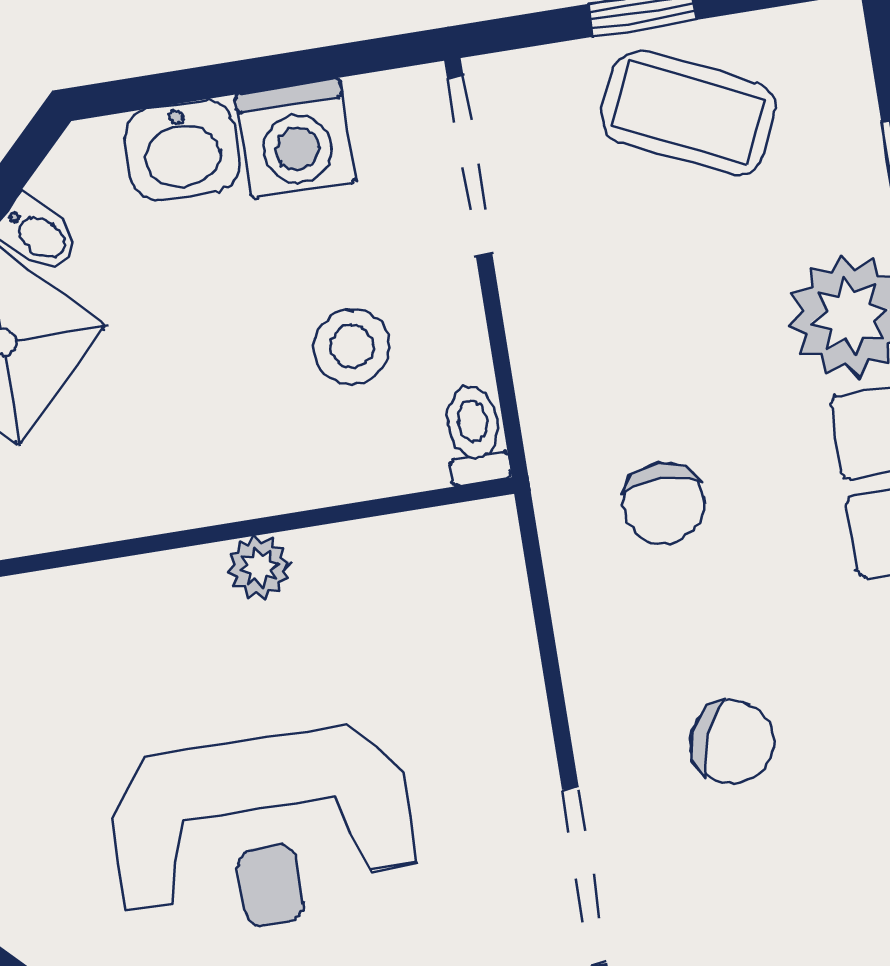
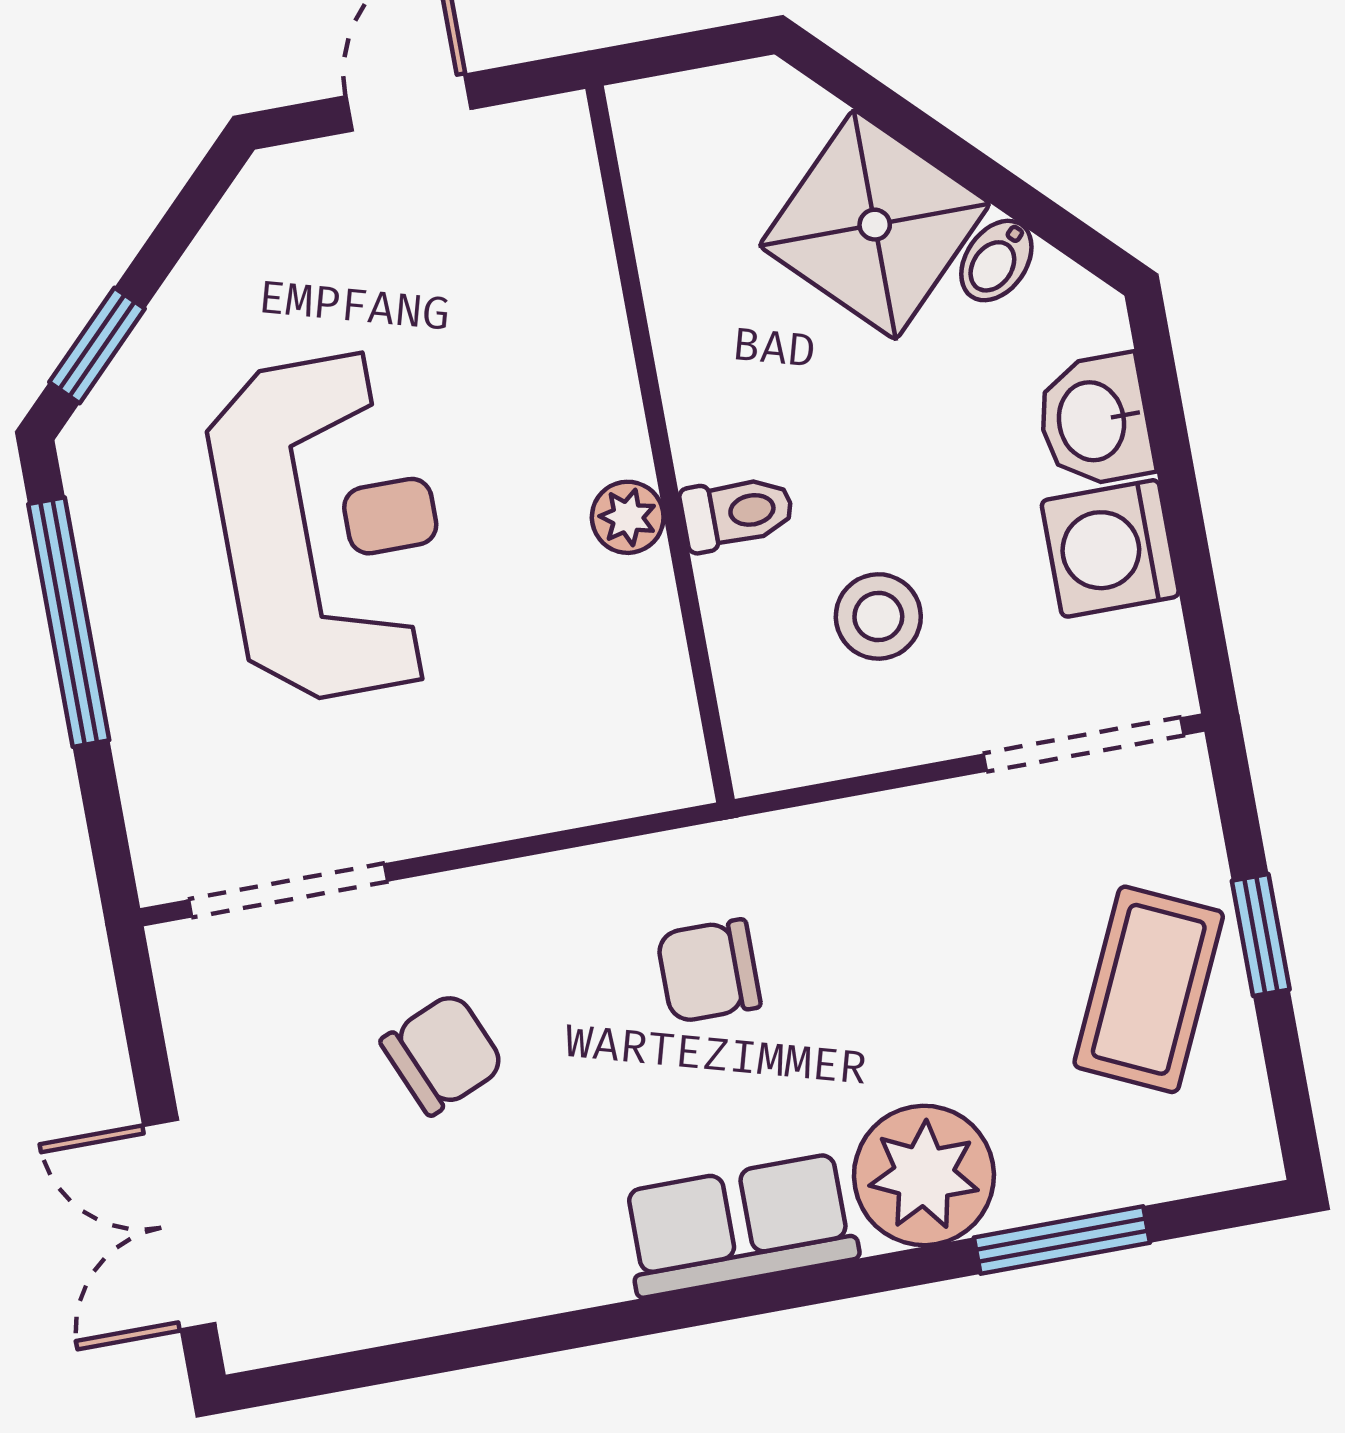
toilet: (475, 435) -> (737, 513), moved
chair: (733, 742) -> (443, 1054), turned -137
reception desk: (262, 832) -> (331, 527), turned 180

